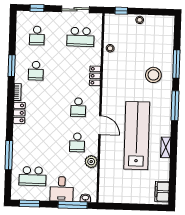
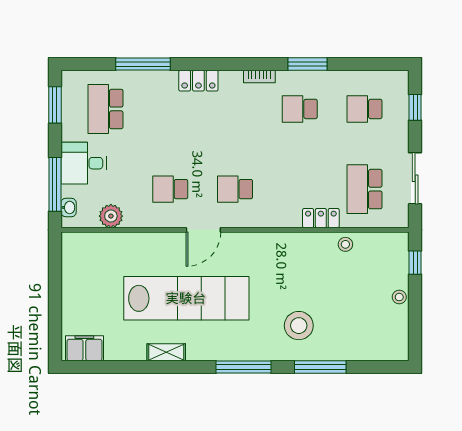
locker: (95, 76) -> (321, 218), moved
locker: (19, 113) -> (198, 81), moved
plant: (91, 162) -> (111, 216), moved

